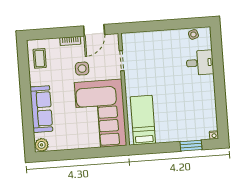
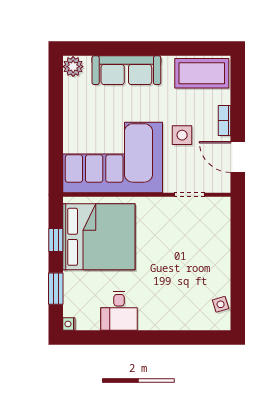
coffee table: (40, 58) -> (202, 73), width x1.86, depth x1.72
desk: (200, 63) -> (119, 311), moved
bed: (143, 120) -> (99, 237), width x2.04
window: (158, 148) -> (56, 240), added

